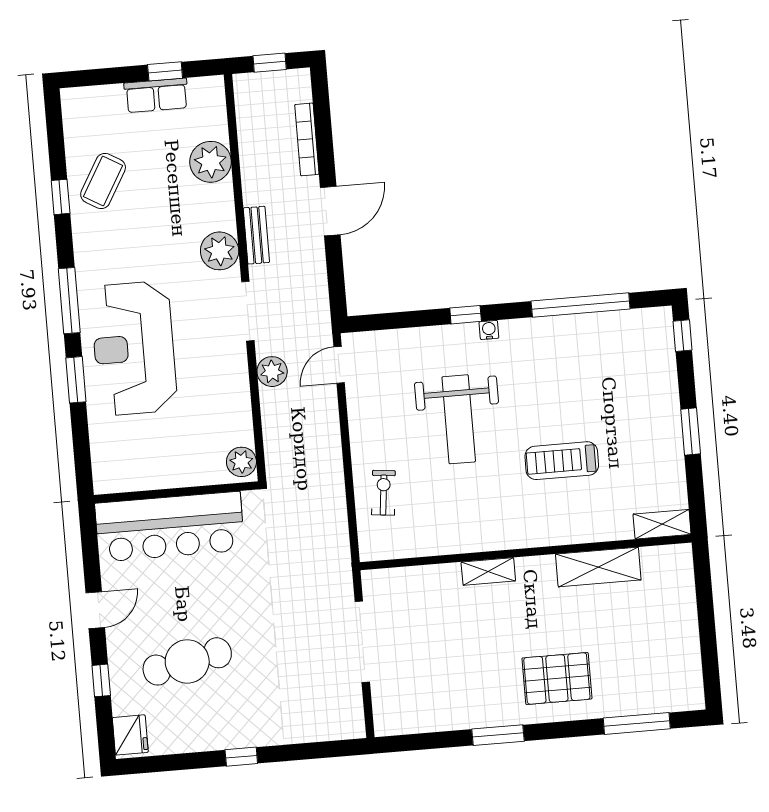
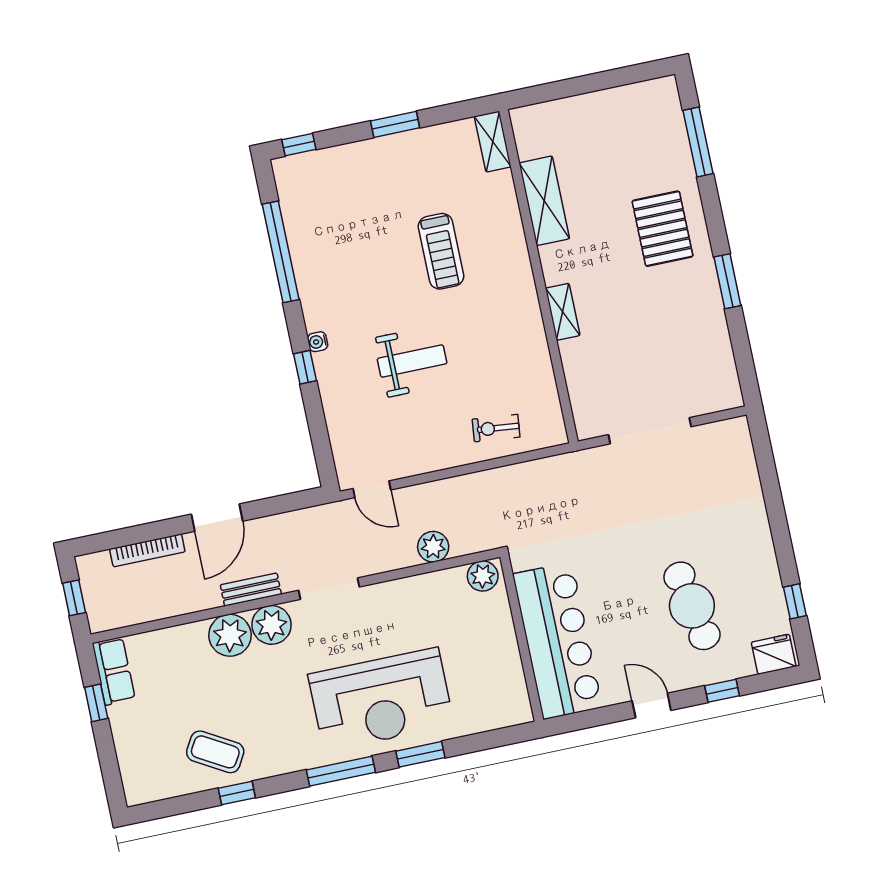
row of seats: (156, 95) -> (114, 671), moved
plant: (210, 162) -> (230, 635), moved
door: (330, 211) -> (217, 518), swing flipped
plant: (272, 372) -> (433, 547), moved
weight bench: (459, 419) -> (412, 361), width x0.73, depth x0.75
window: (241, 757) -> (795, 601), moved

